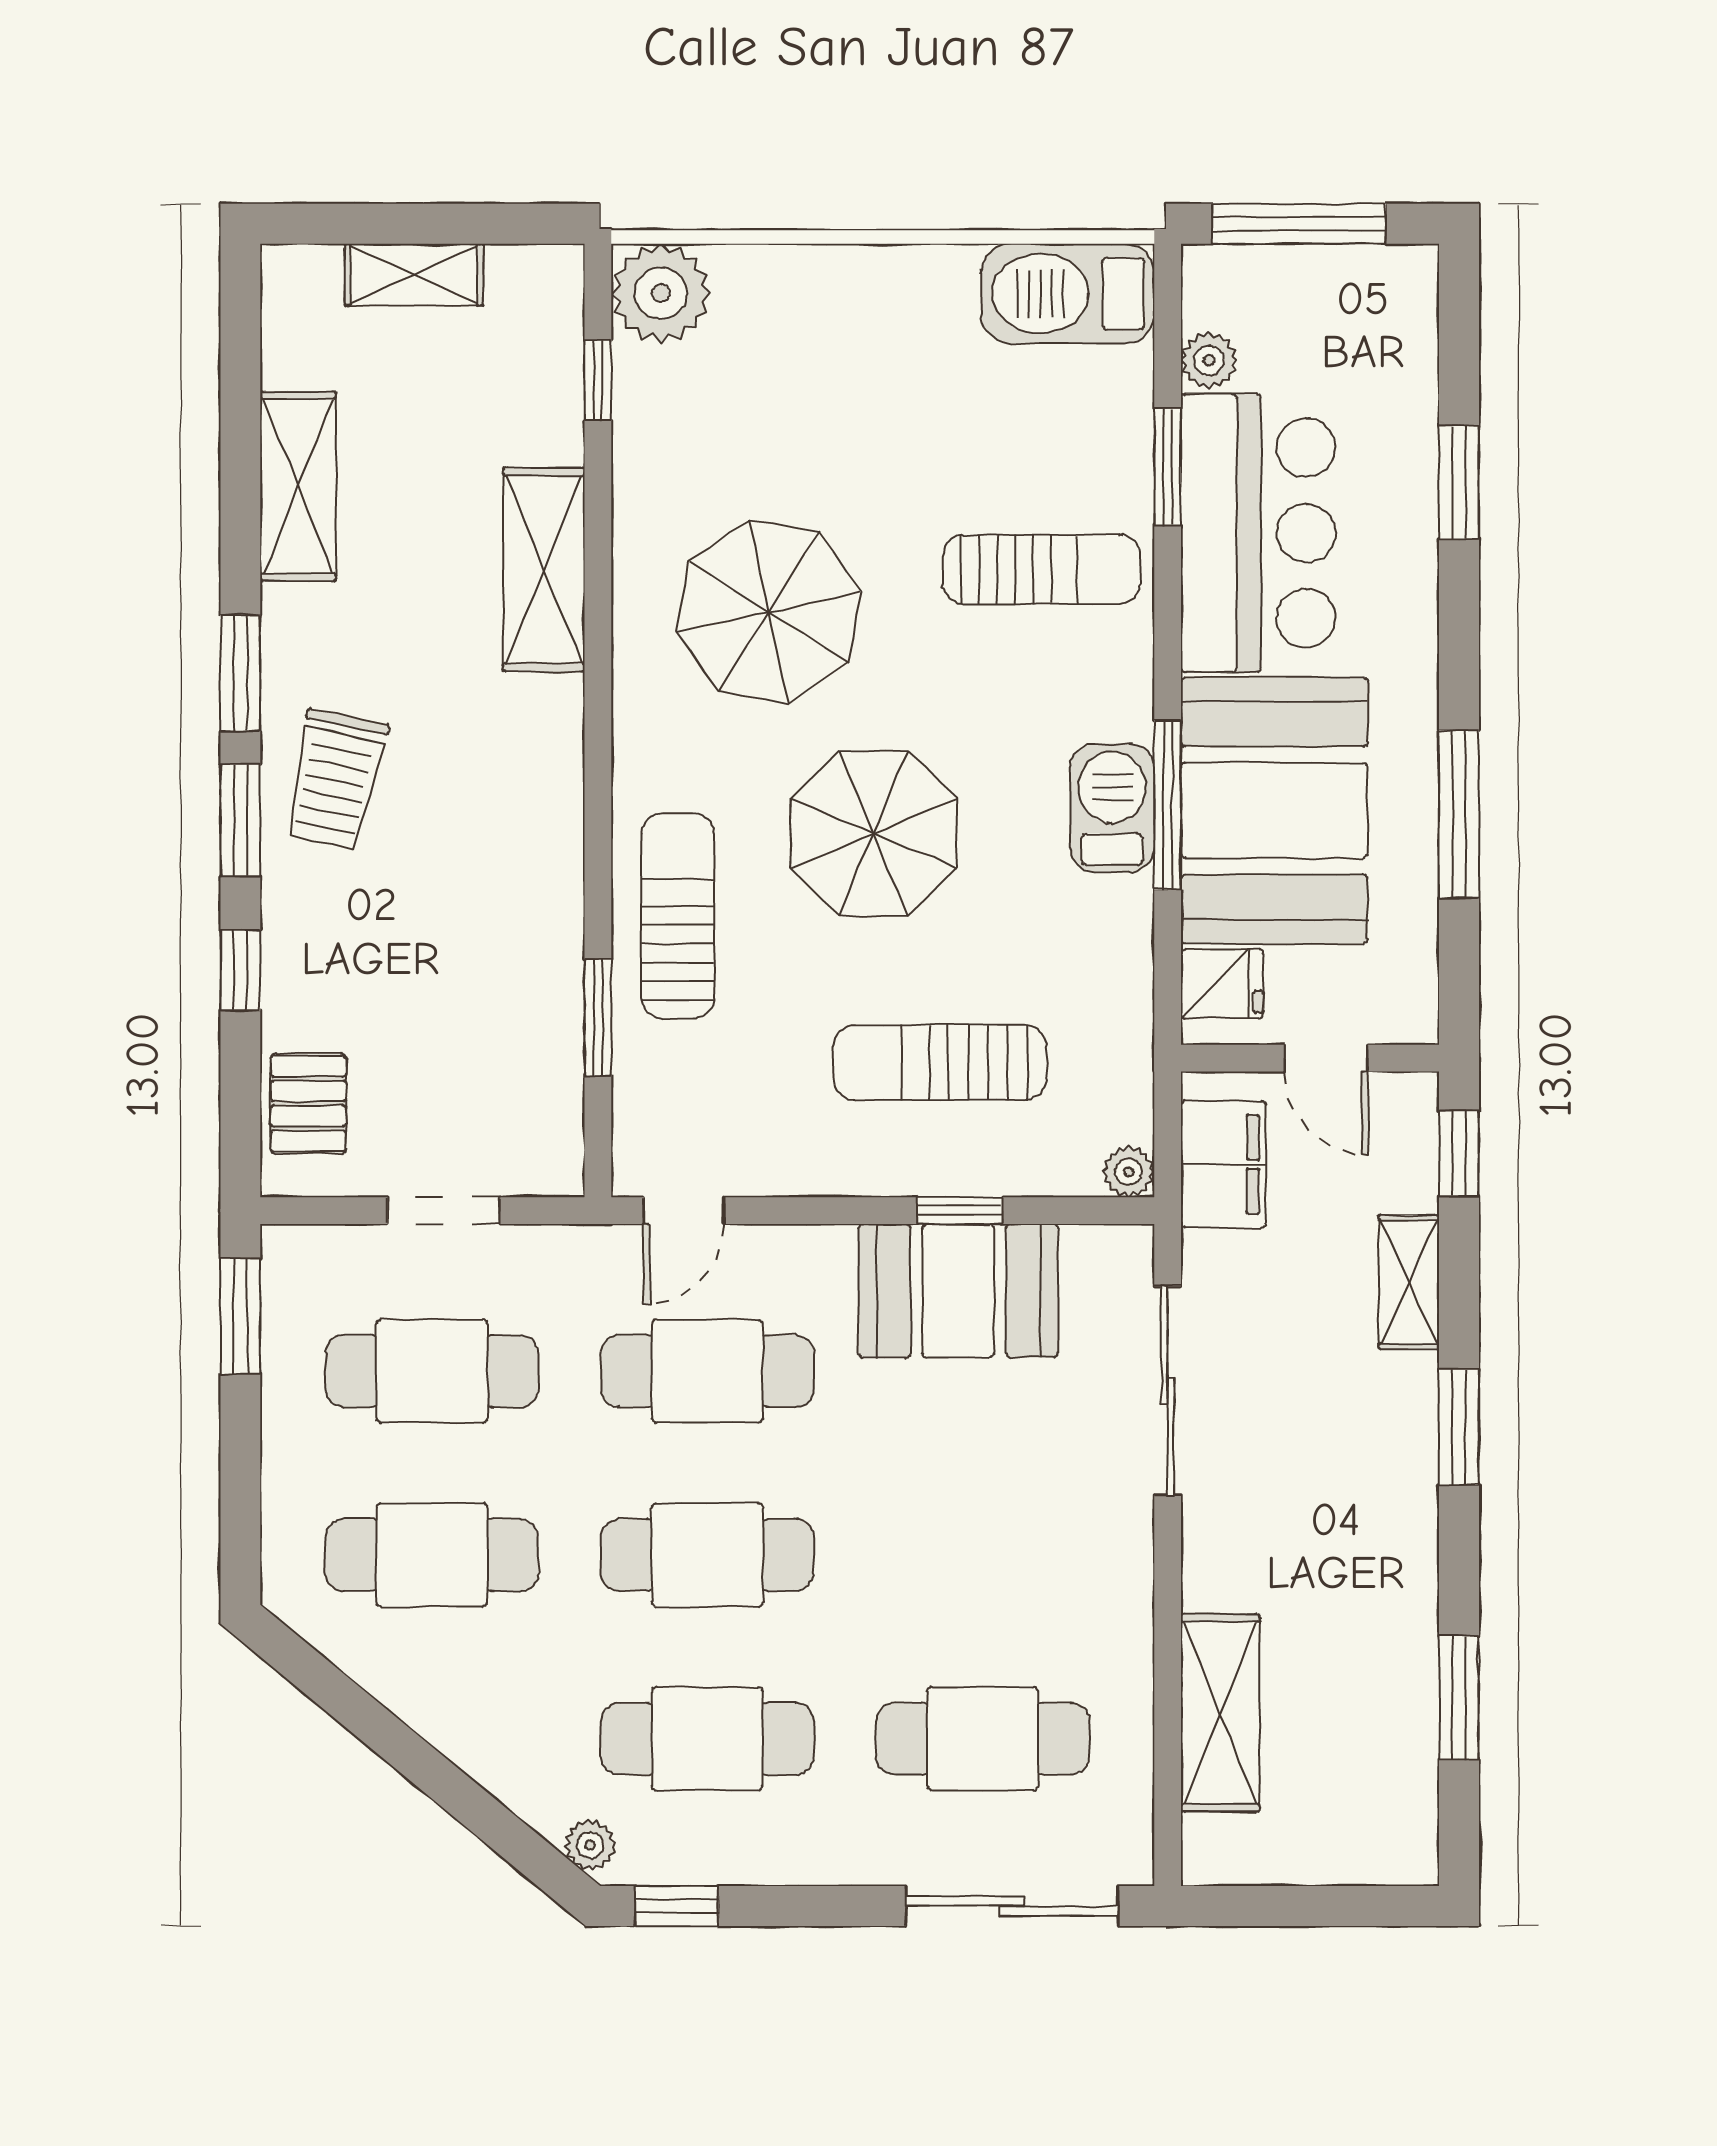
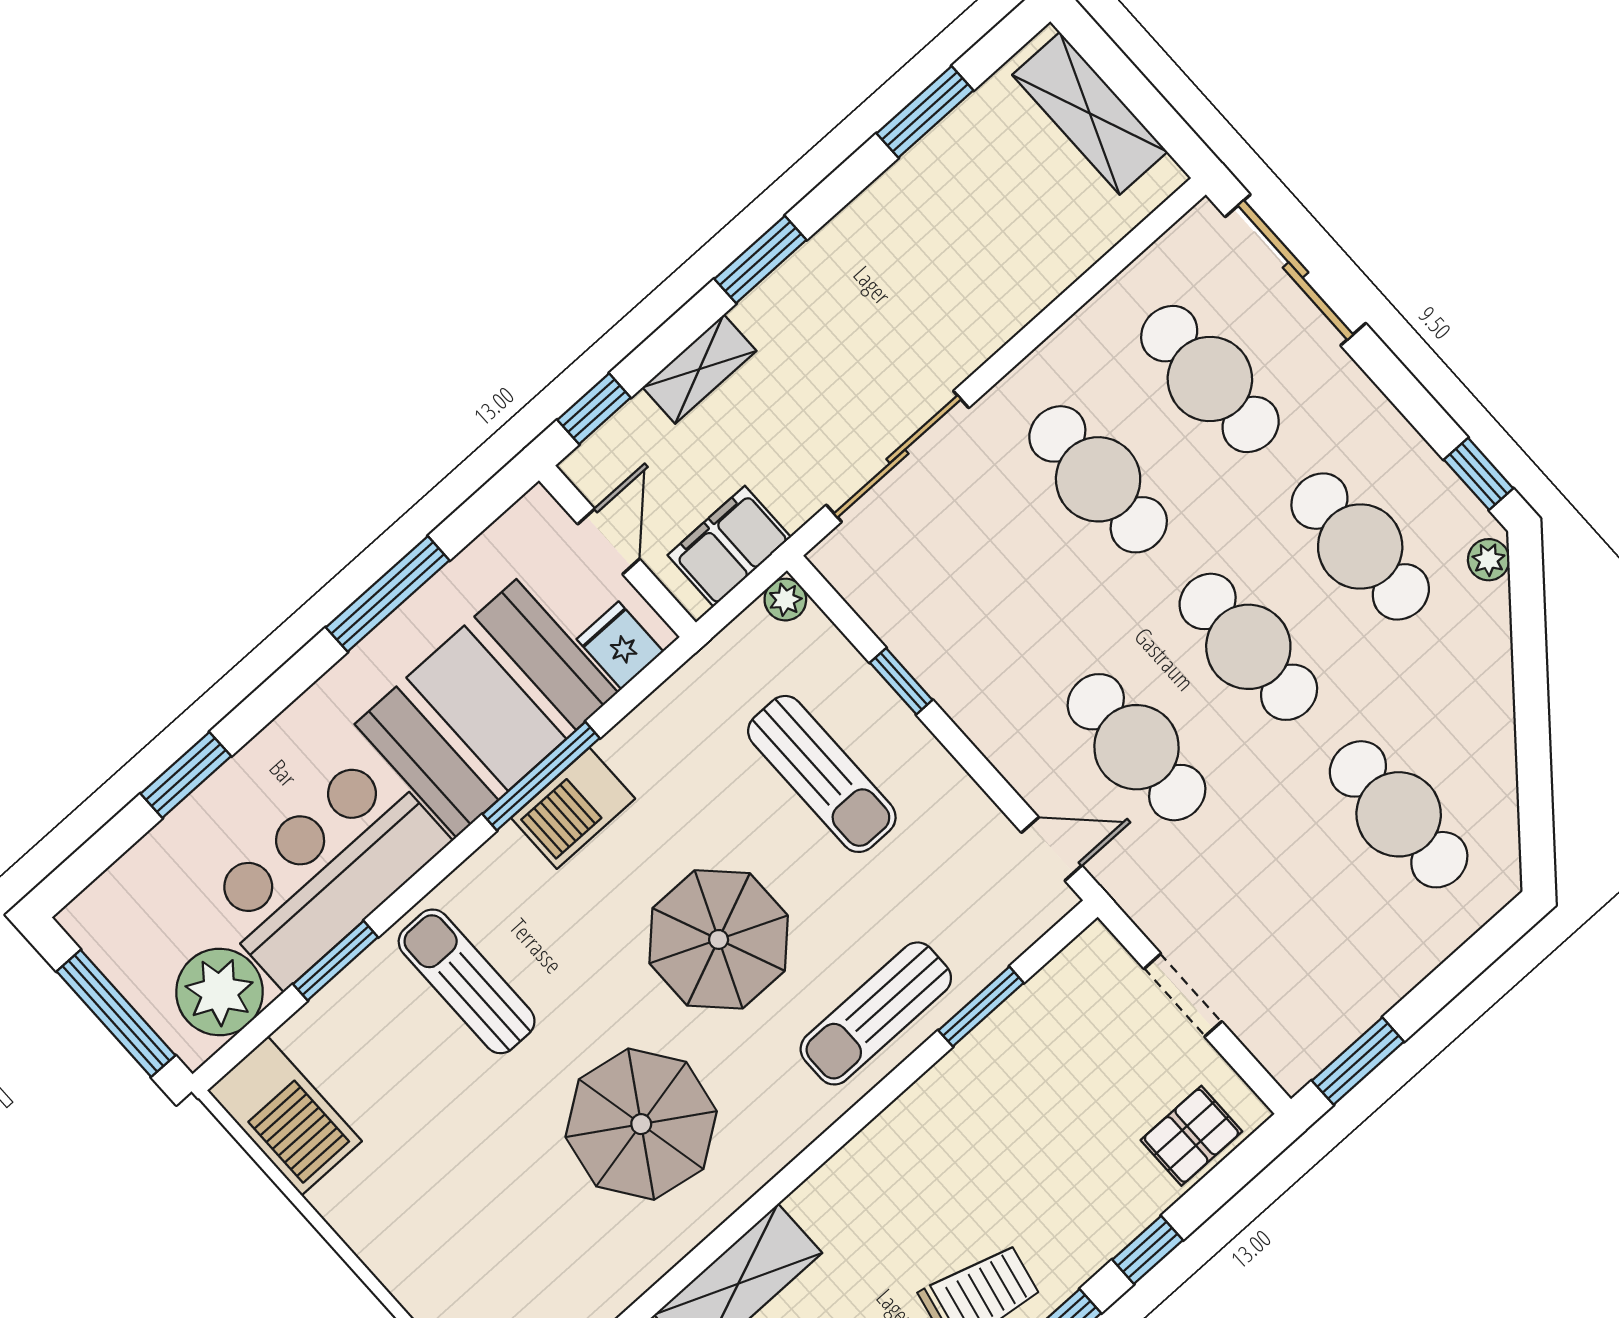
plant: (1209, 360) -> (219, 992), width x1.88, depth x1.88
booth: (958, 1291) -> (951, 638), removed
cafe table: (432, 1371) -> (1098, 479), moved
shelving: (1220, 1713) -> (1090, 113), moved, turned 90

